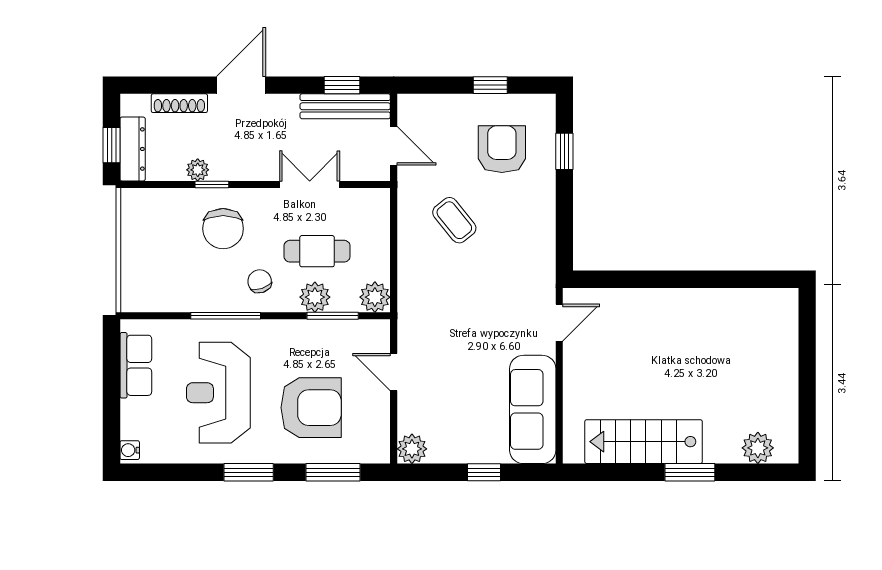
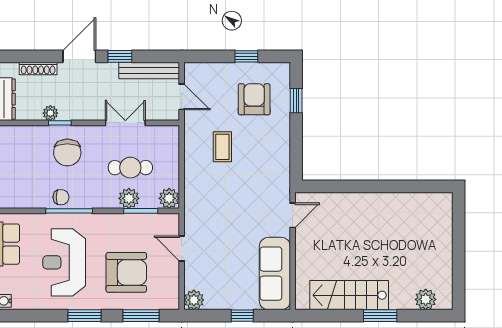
window: (342, 85) -> (120, 56), moved
coffee table: (454, 220) -> (222, 147), turned 39
chair: (260, 281) -> (61, 197), moved, turned 109

